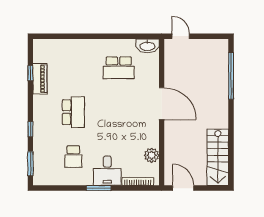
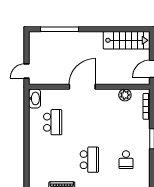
school desk: (73, 112) -> (89, 160), turned 90
school desk: (73, 157) -> (126, 160), turned 90
desk: (107, 171) -> (138, 132), removed

